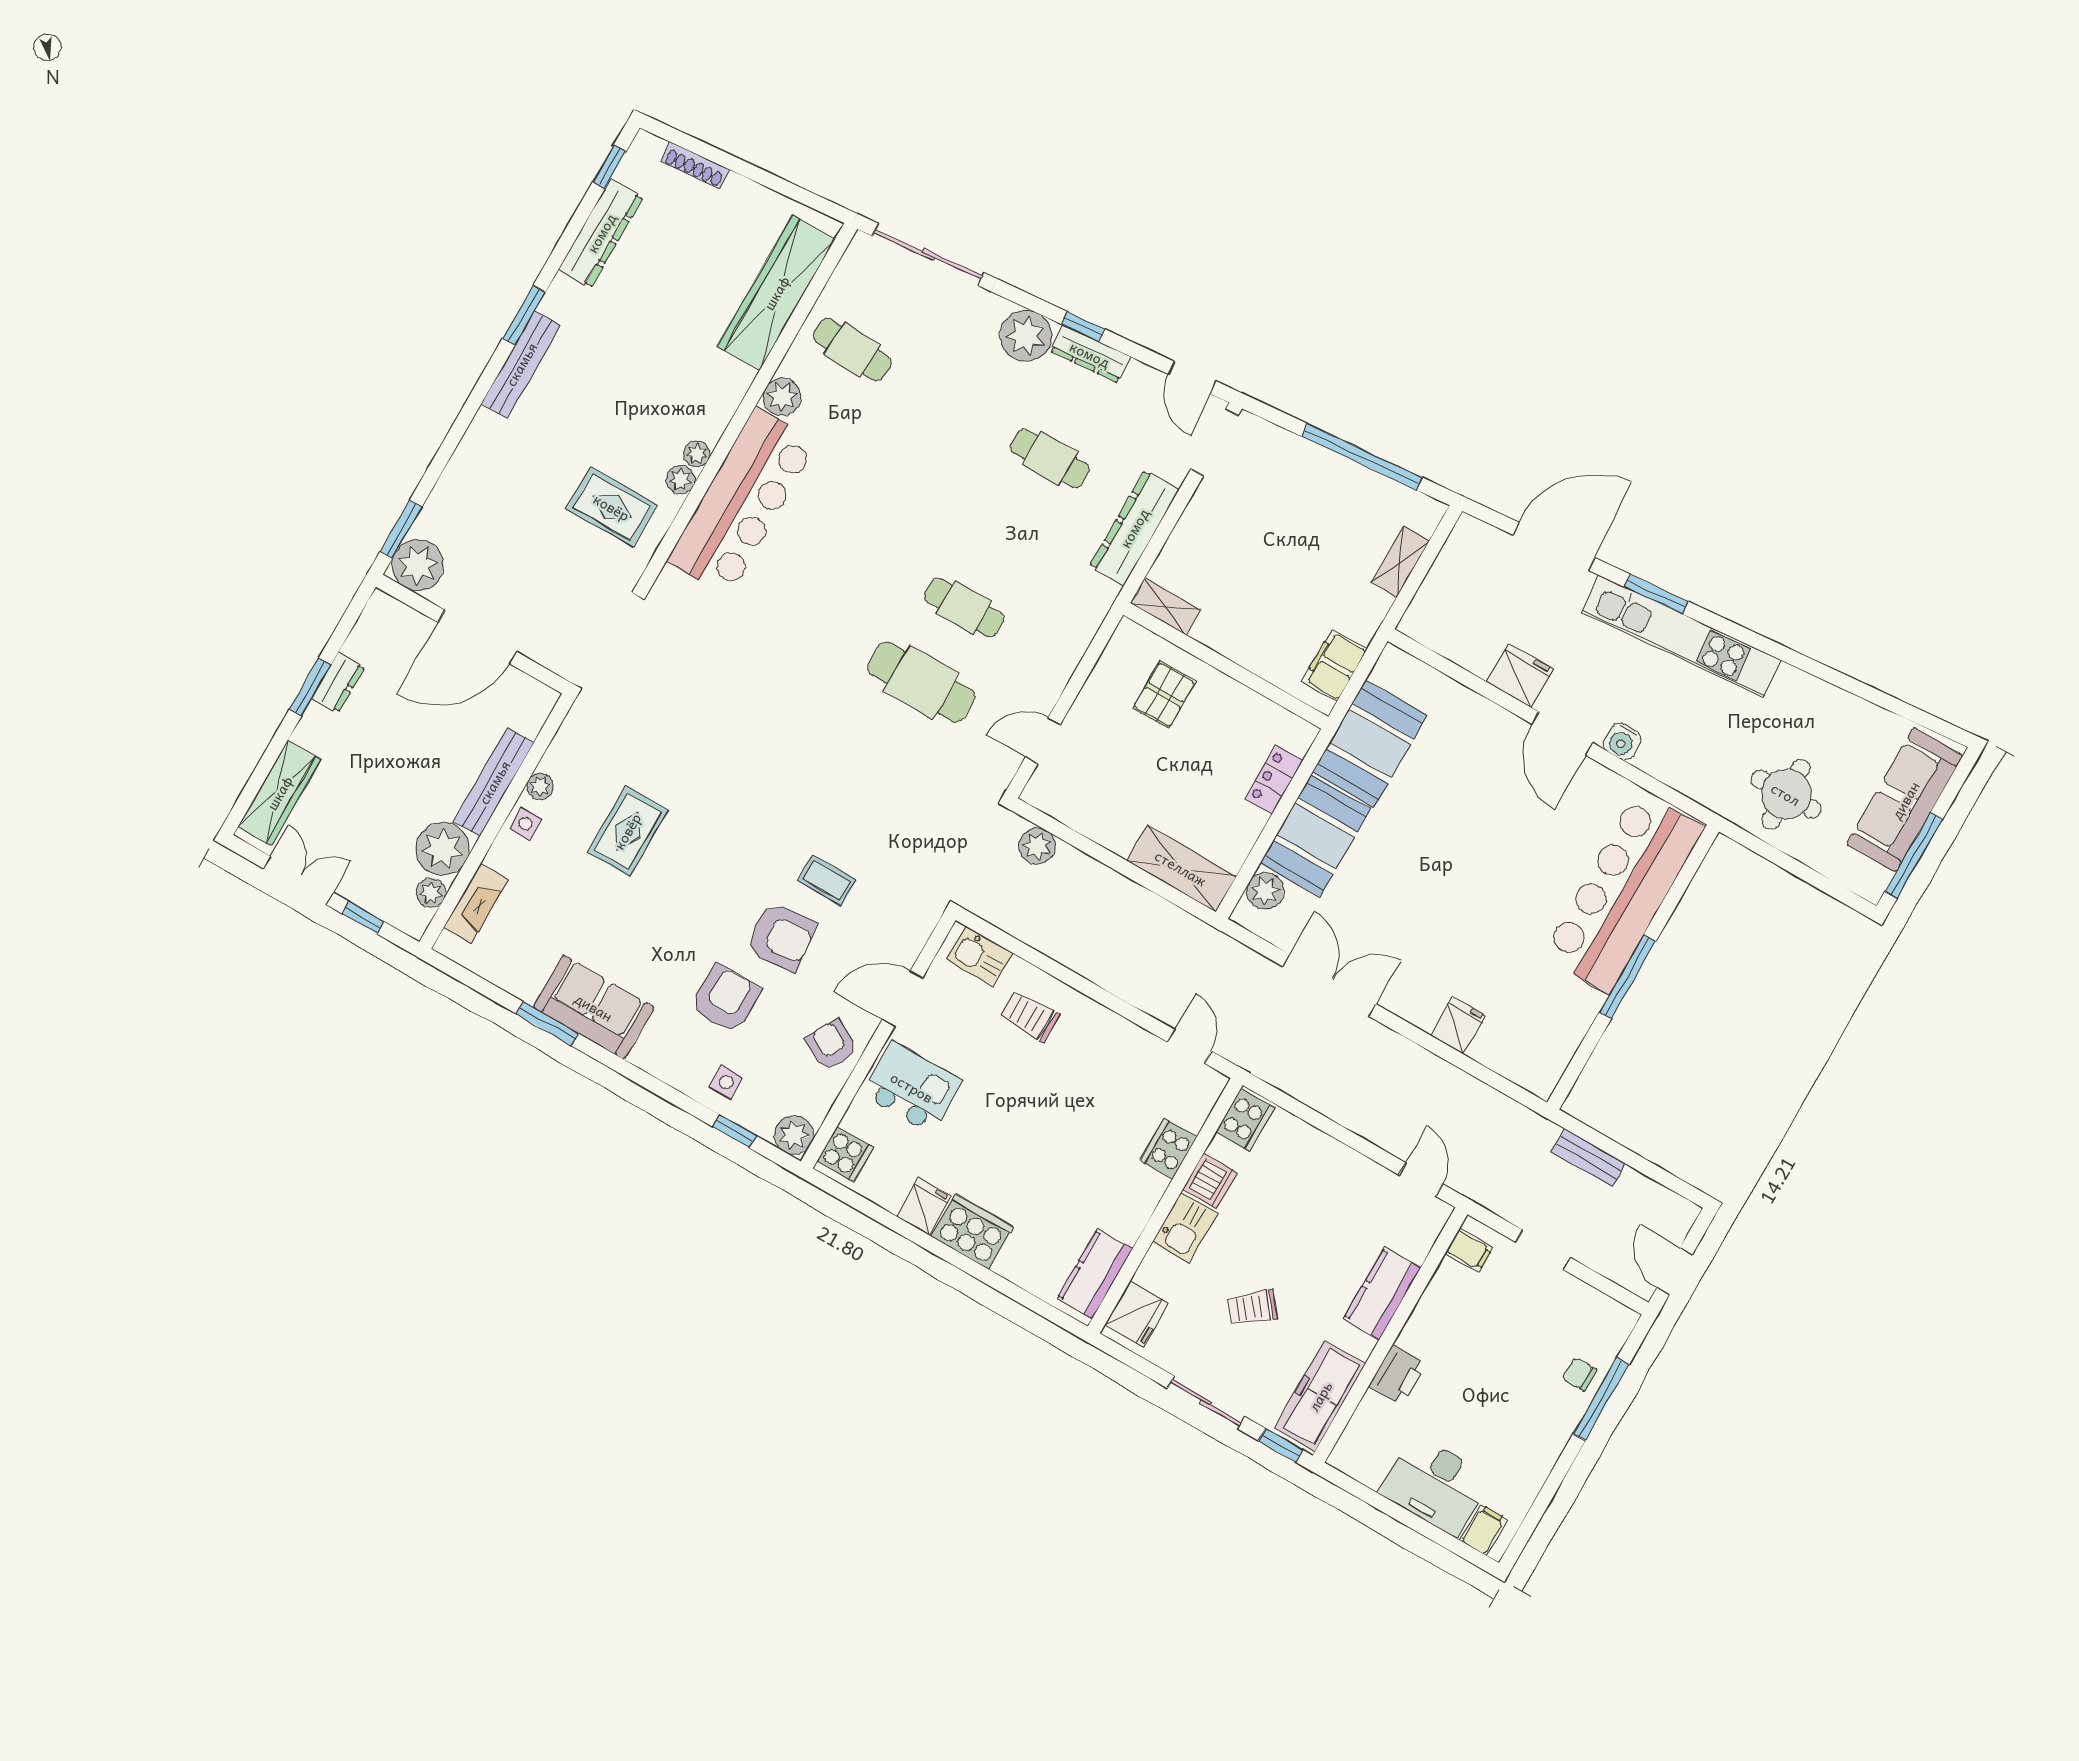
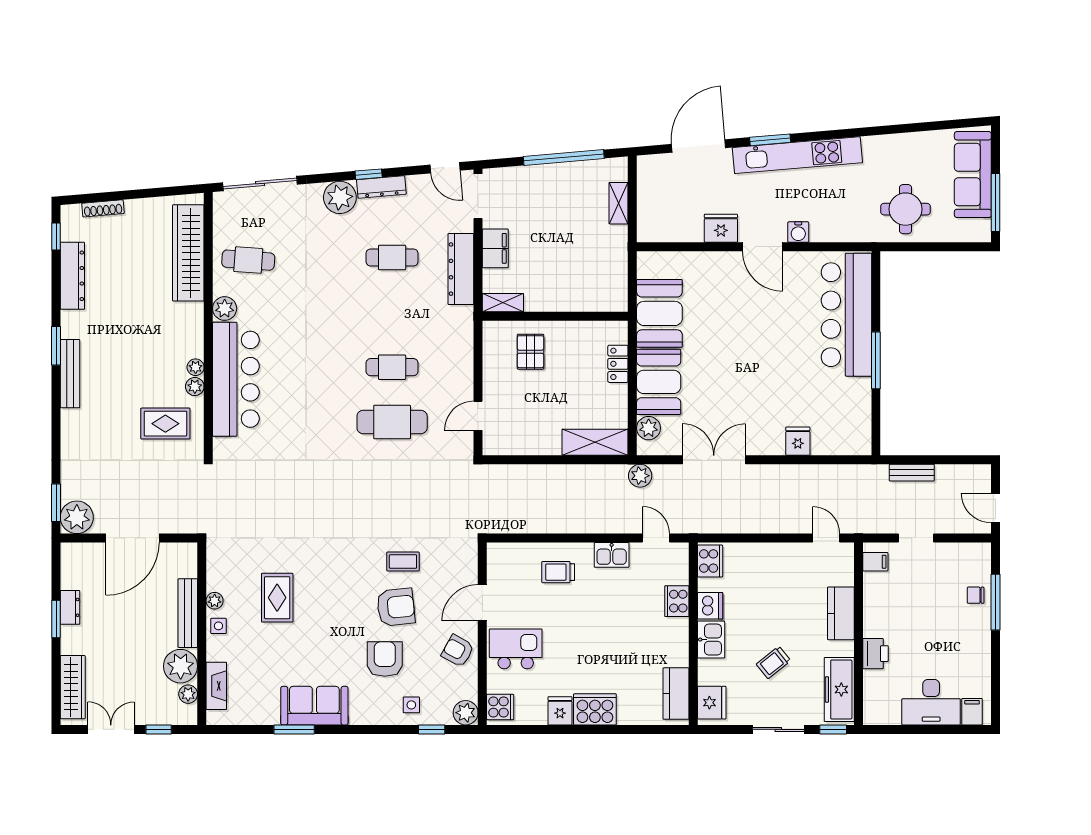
filing cabinet: (1335, 665) -> (495, 248), moved, turned 180
plant: (1037, 846) -> (640, 476), moved
kitchen sink: (980, 956) -> (612, 555), moved

